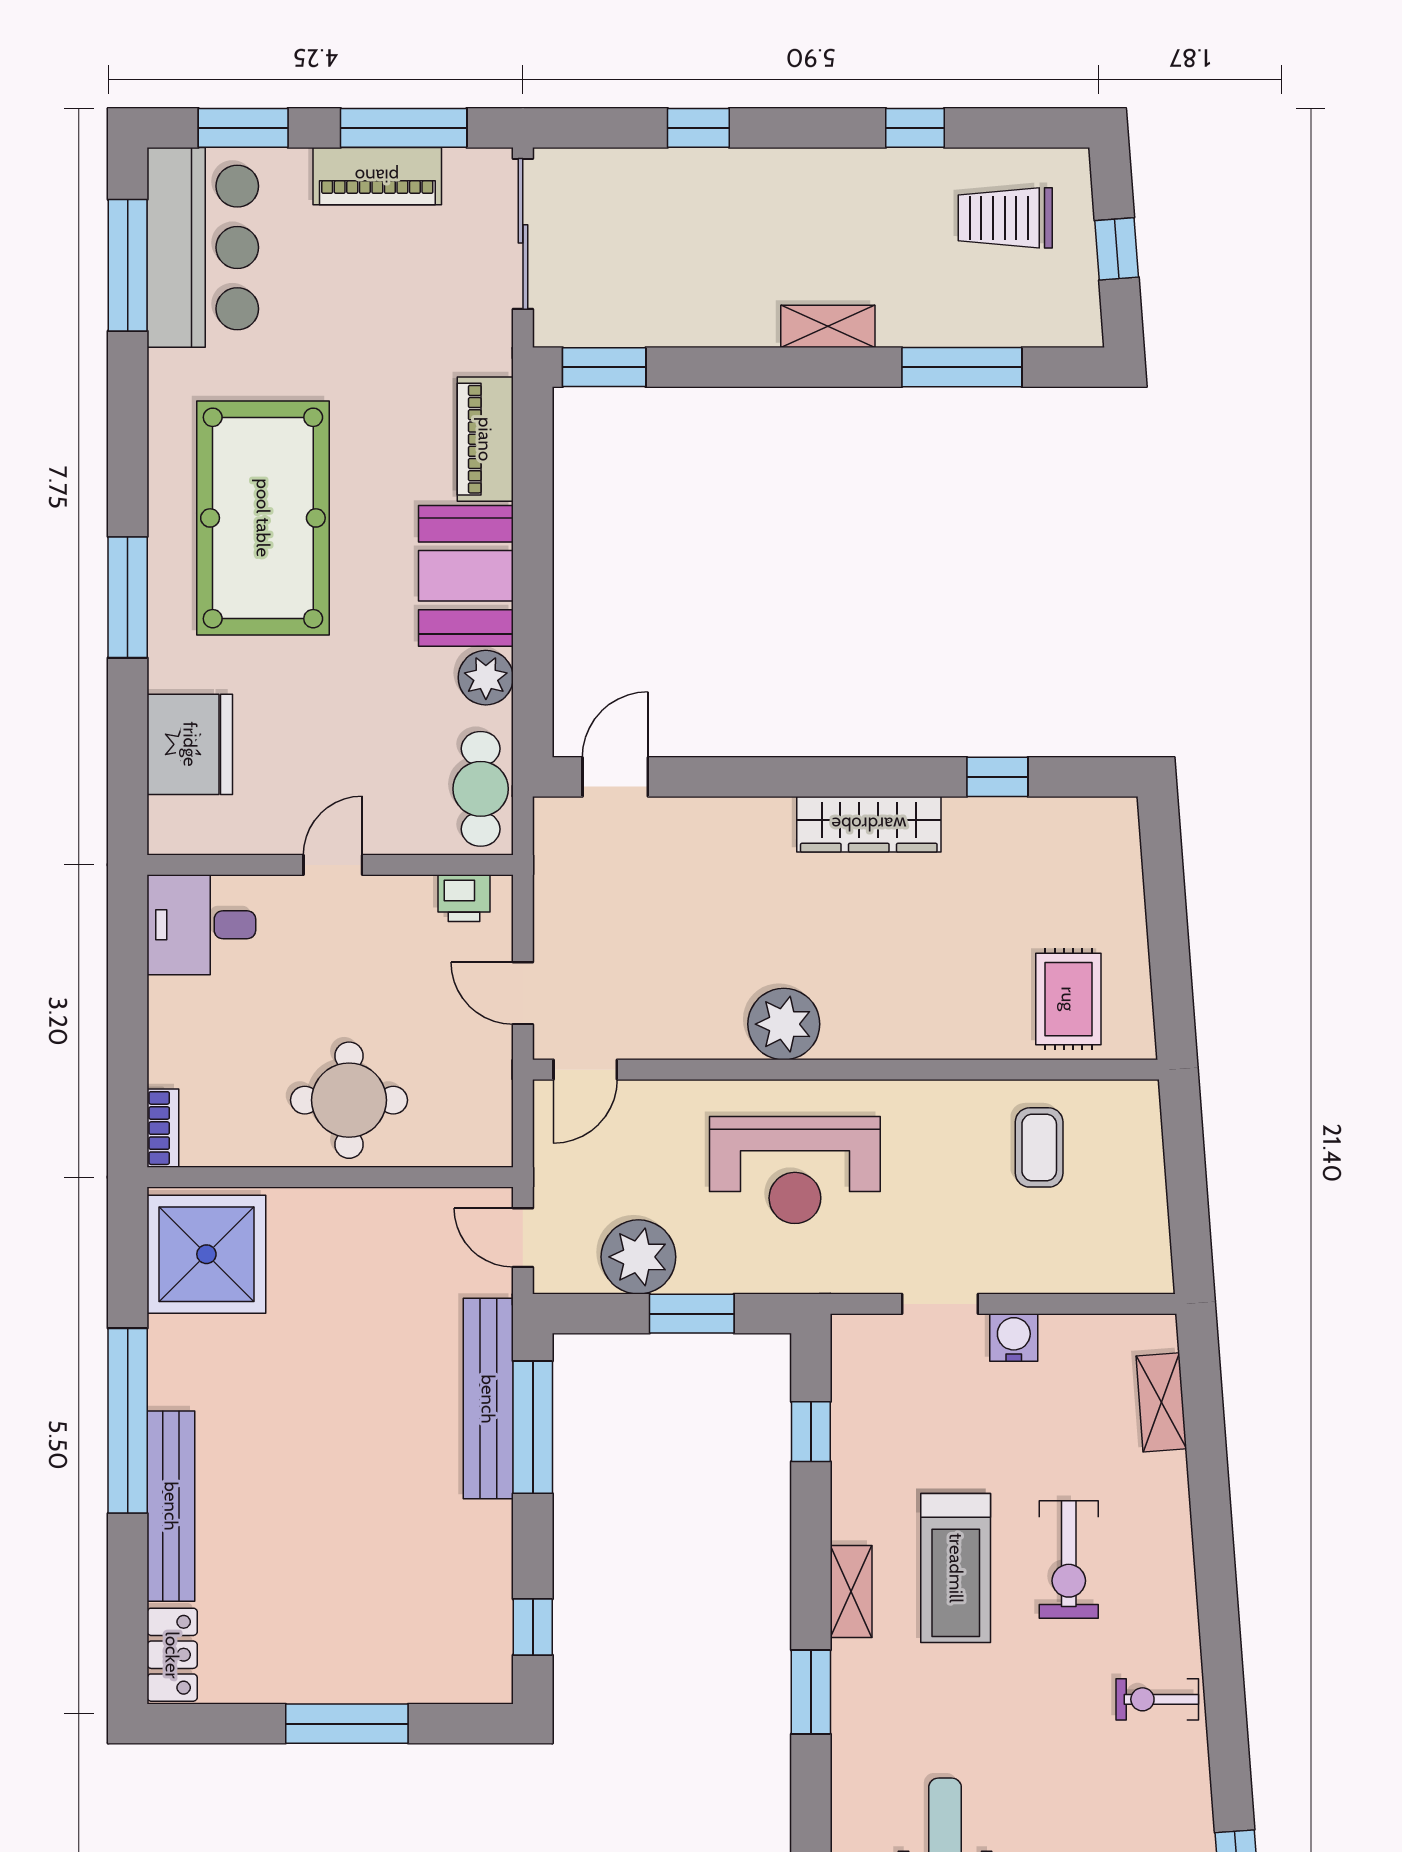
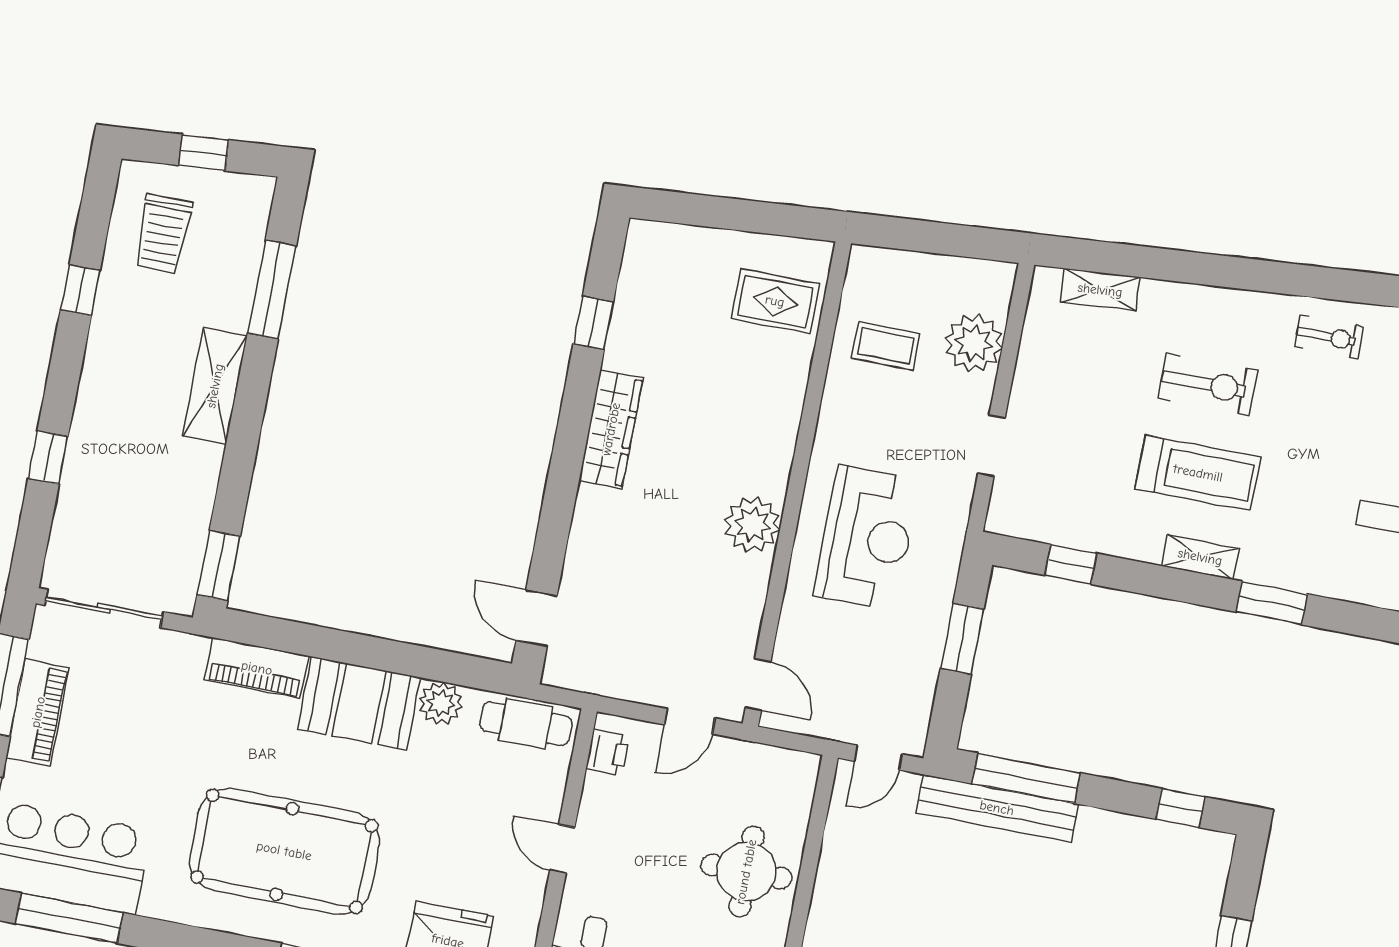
shelving: (828, 326) -> (215, 386), width x1.50, depth x1.33
plant: (638, 1257) -> (974, 343), moved
water cooler: (1014, 1338) -> (1028, 394), removed
exercise bike: (1157, 1699) -> (1329, 337), turned -90

